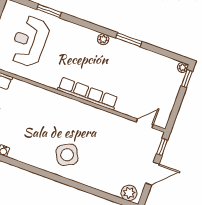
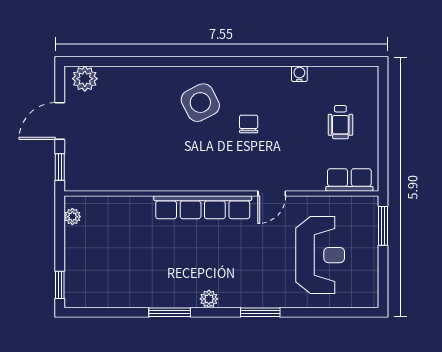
window: (49, 11) -> (260, 312), moved
plant: (183, 67) -> (72, 217), moved
door: (145, 123) -> (272, 193), moved
chair: (44, 132) -> (249, 124), added

